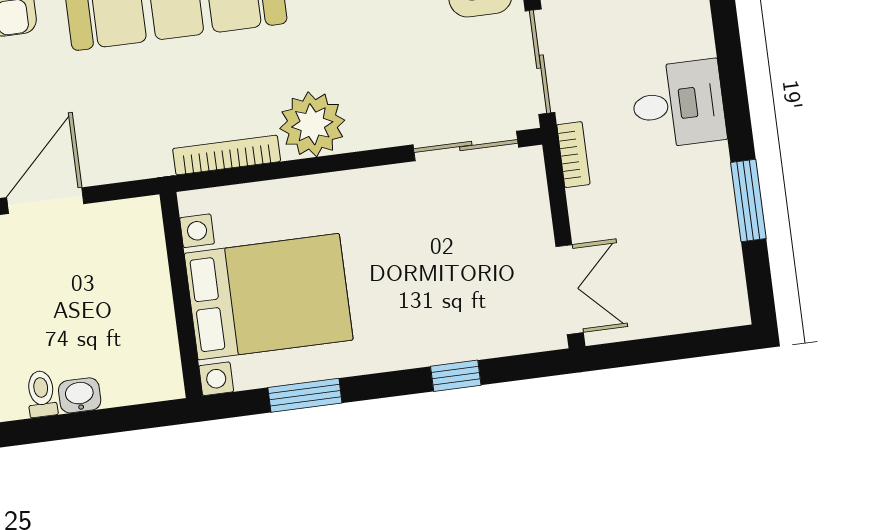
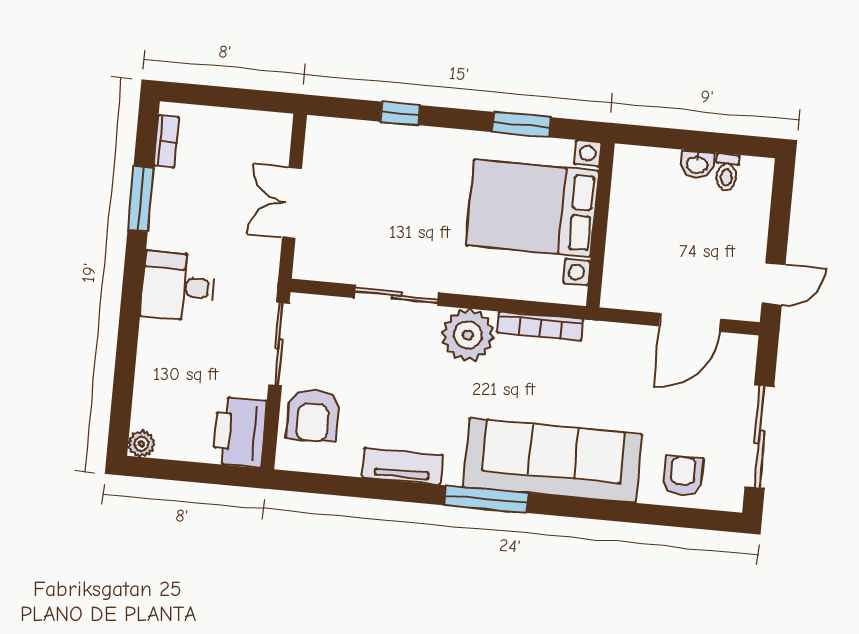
sliding door: (466, 146) -> (397, 295), moved
bookcase: (573, 155) -> (166, 141), moved, turned 180
double door: (570, 290) -> (292, 203), moved

